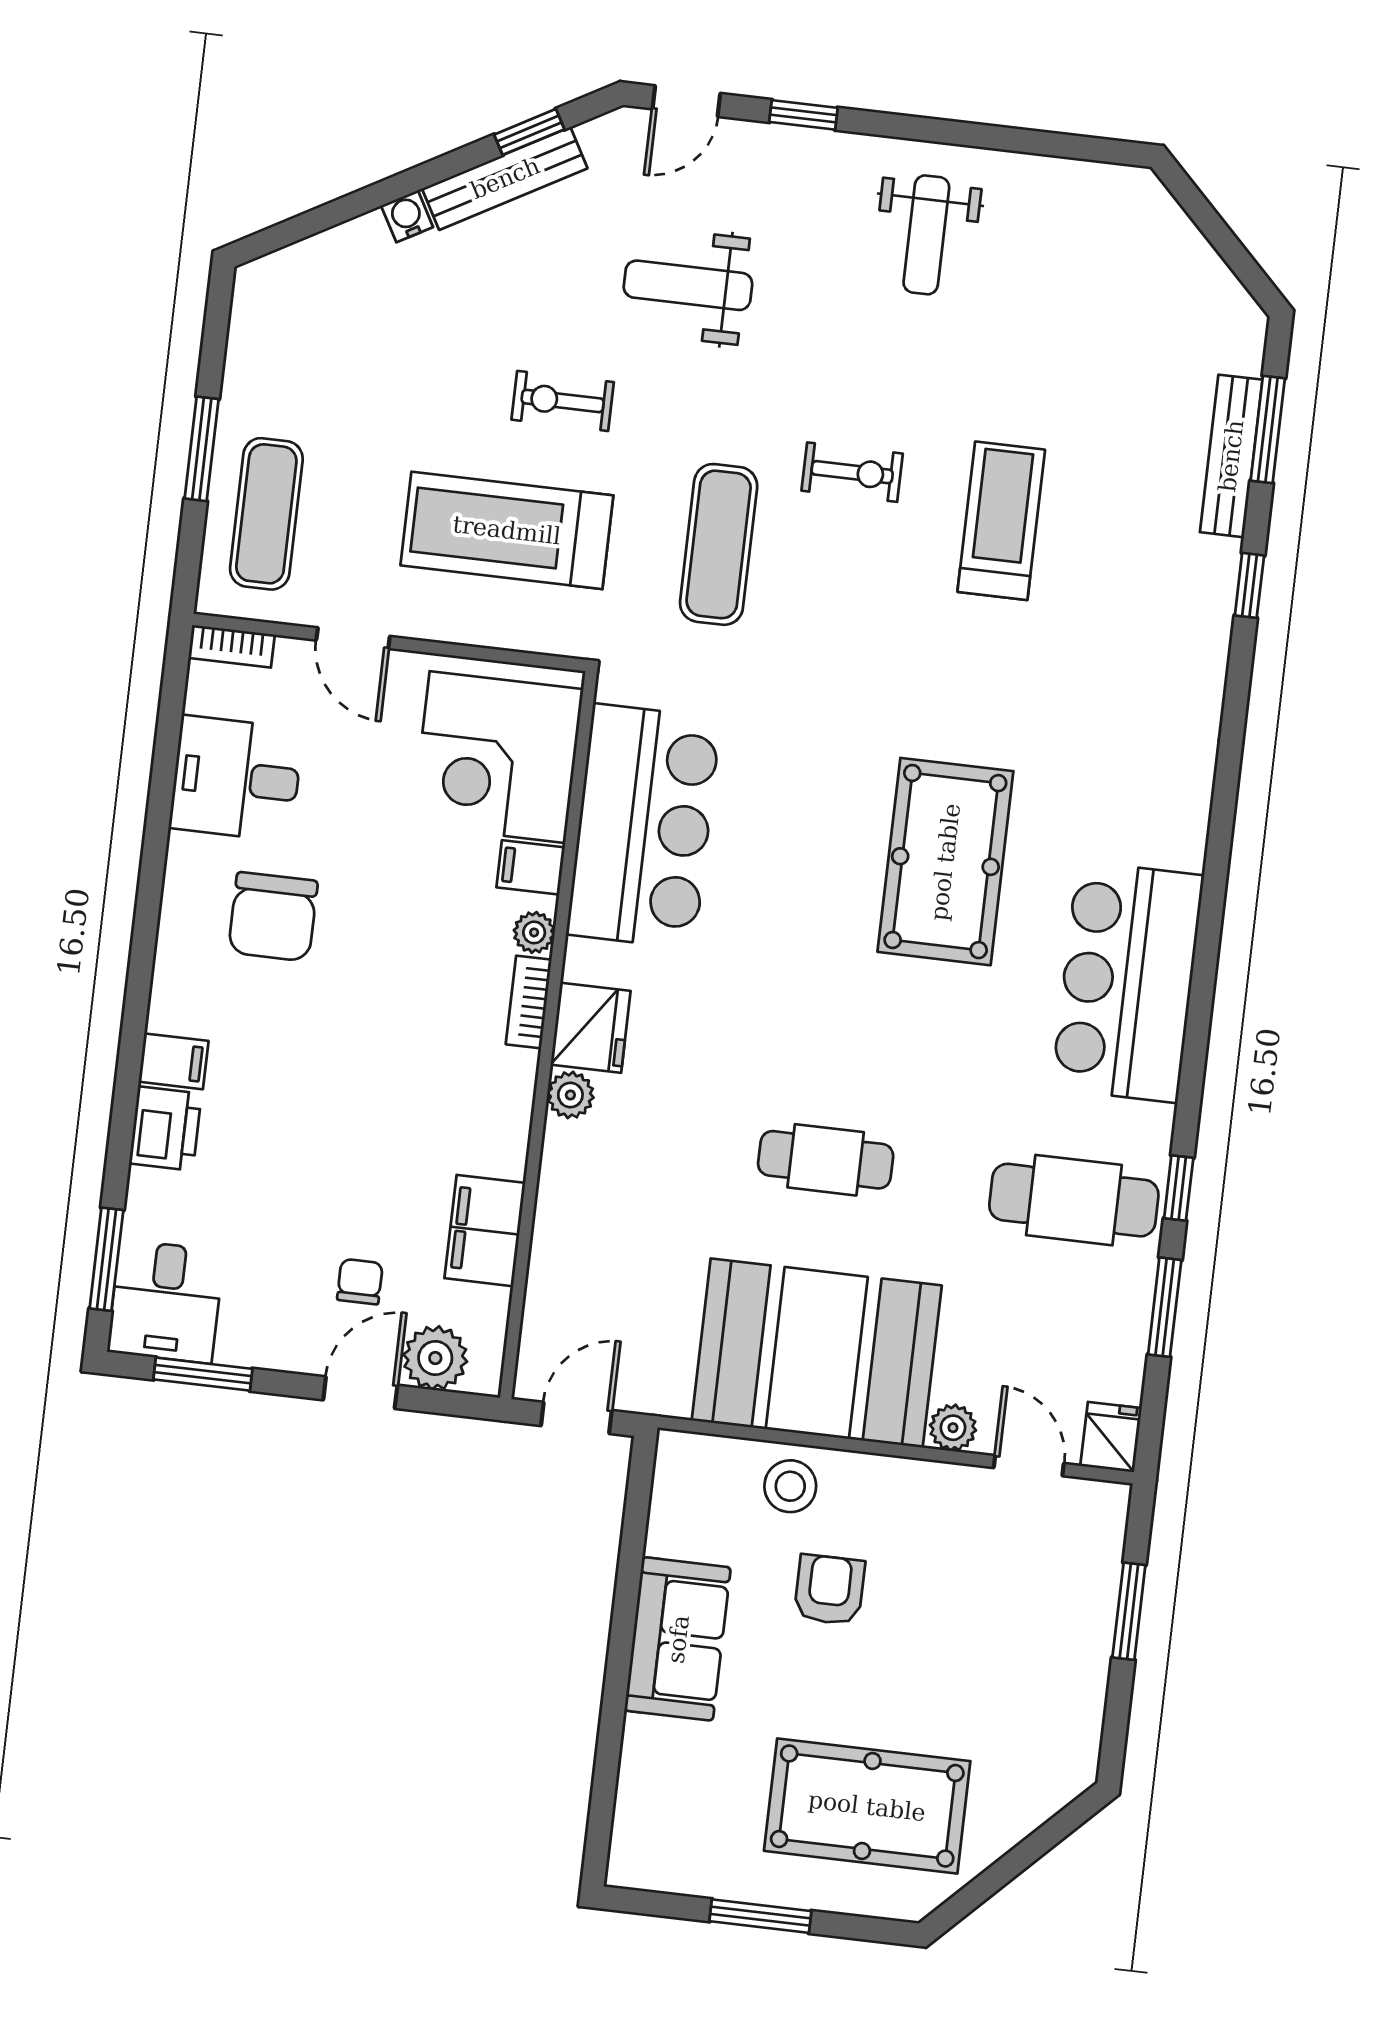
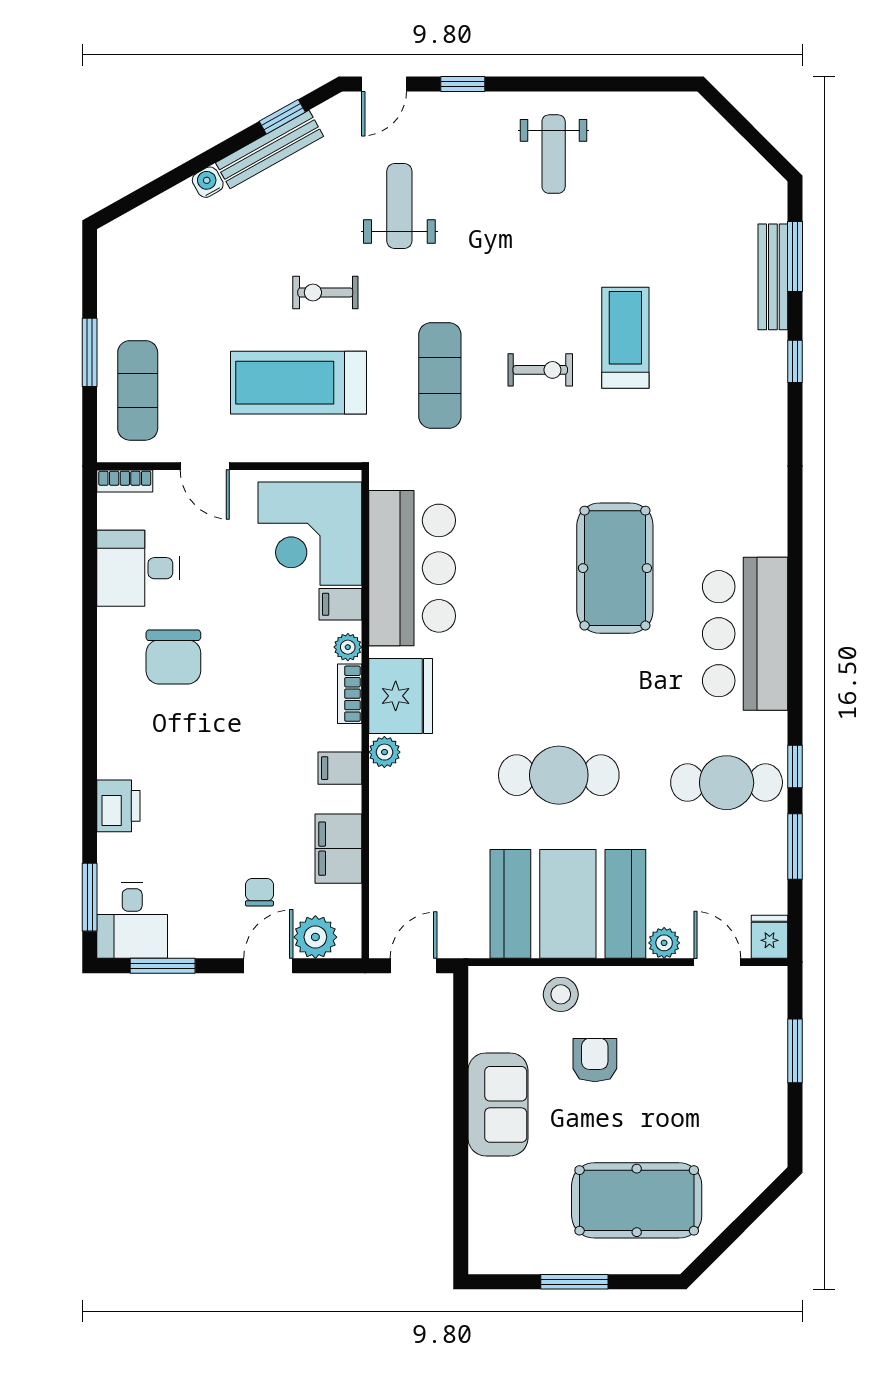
weight bench: (688, 285) -> (399, 206), turned 90
exercise bike: (852, 472) -> (540, 370), moved
fridge: (591, 1028) -> (401, 696), width x1.36, depth x1.34
filing cabinet: (173, 1061) -> (340, 768), moved, turned 180
cafe table: (826, 1160) -> (559, 775), width x1.37, depth x1.35

